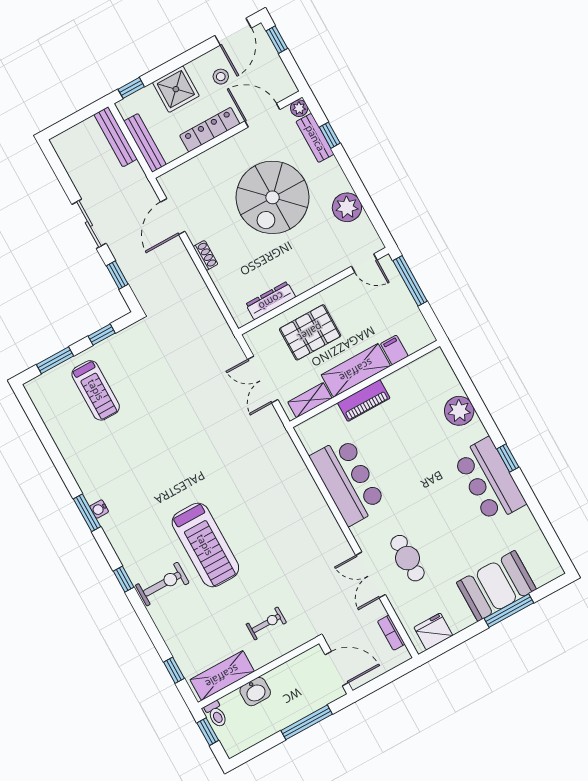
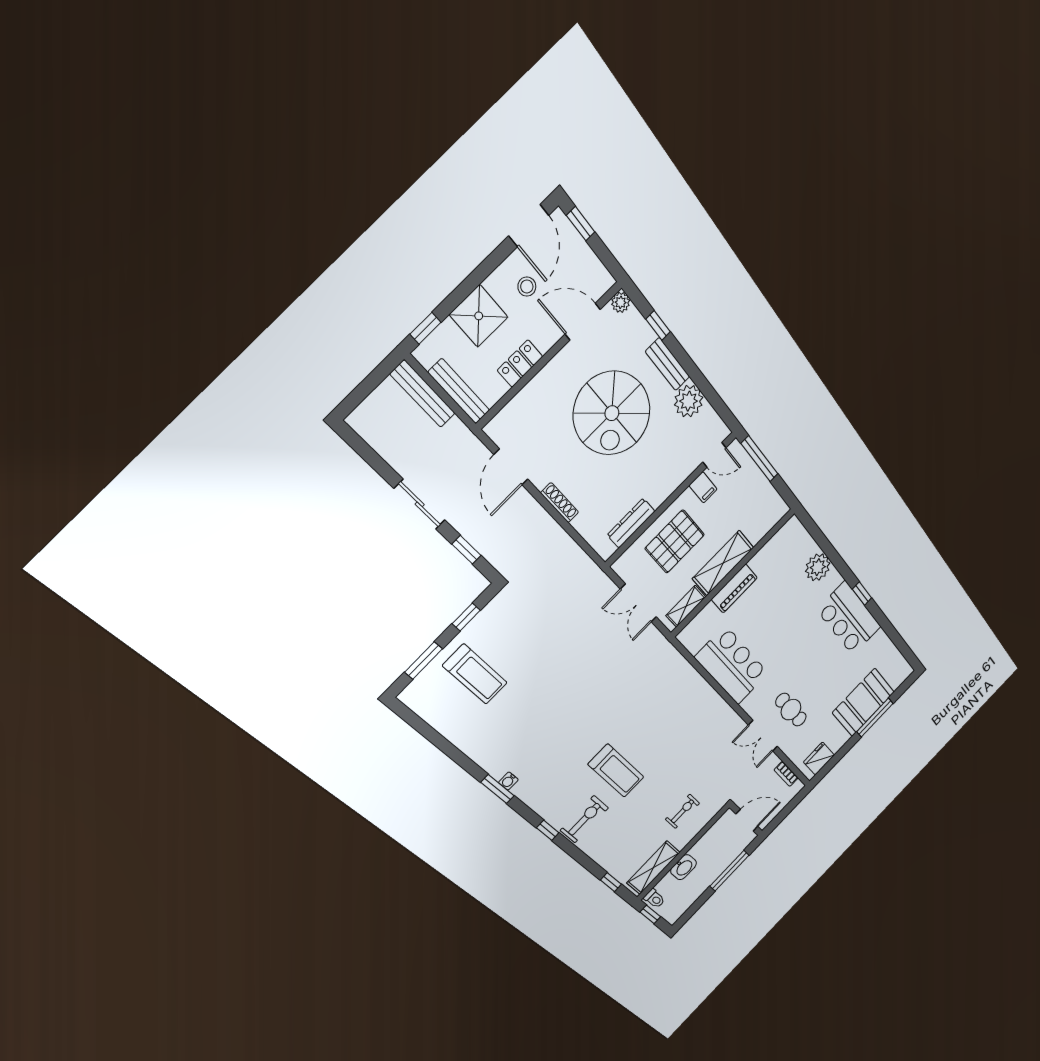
locker: (210, 130) -> (520, 363), width x0.66
bench: (315, 138) -> (668, 364), moved
shoe rack: (205, 255) -> (560, 503), width x1.43
filing cabinet: (394, 350) -> (703, 487), moved, turned 180
treadmill: (205, 545) -> (616, 771), width x0.73, depth x0.73

